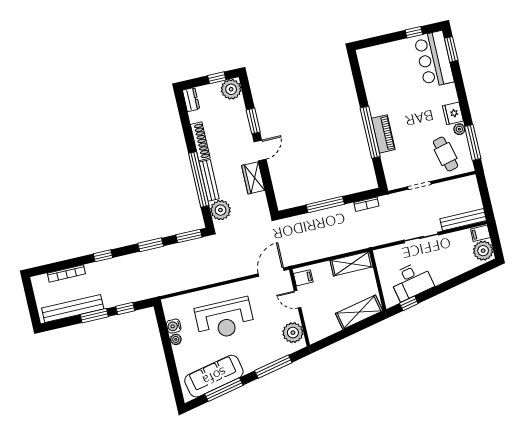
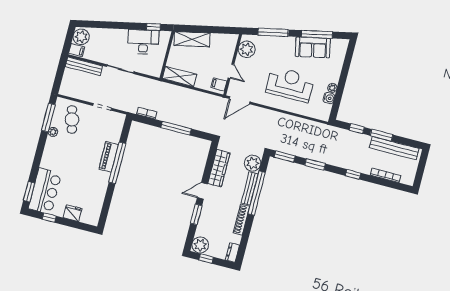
fridge: (453, 113) -> (73, 213), moved, turned -90
wardrobe: (253, 178) -> (219, 168), width x1.50
sofa: (214, 376) -> (313, 47), width x0.73

